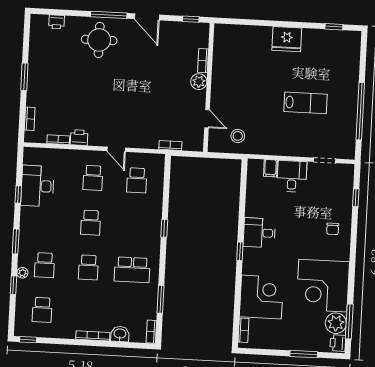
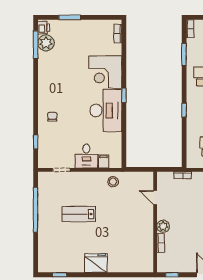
stool: (238, 136) -> (113, 182), moved
desk: (259, 233) -> (106, 111), width x1.87, depth x1.30
corner desk: (323, 286) -> (58, 72), removed
corner desk: (261, 297) -> (105, 72), moved

